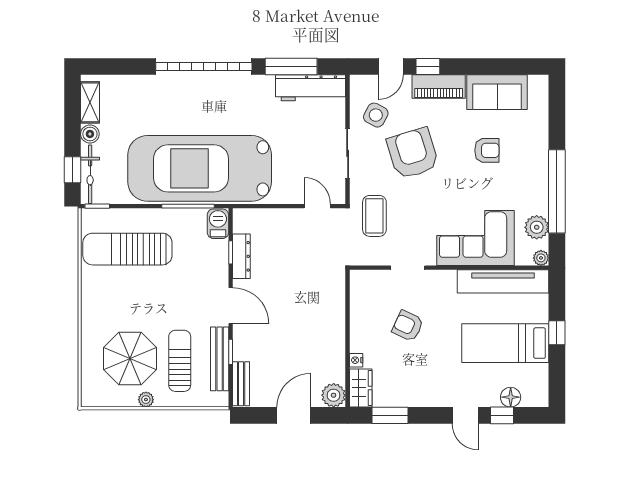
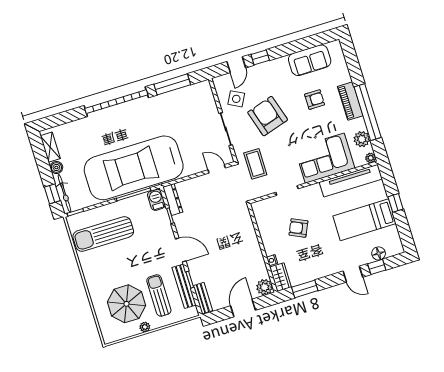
piano: (439, 87) -> (350, 101), moved, turned 90
workbench: (311, 88) -> (189, 94), removed
dresser: (241, 256) -> (173, 200), moved

